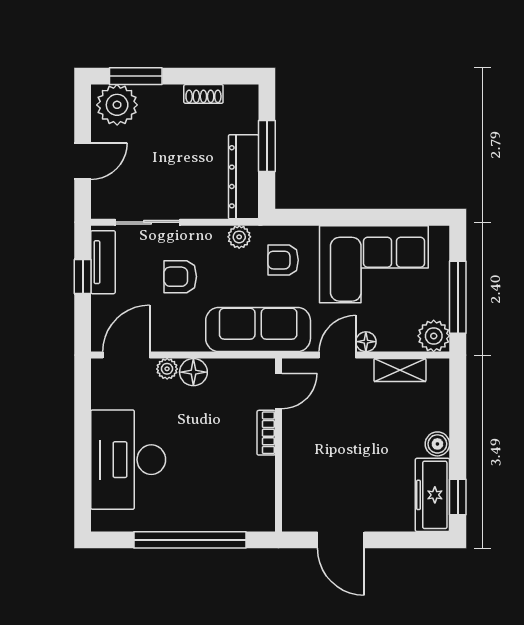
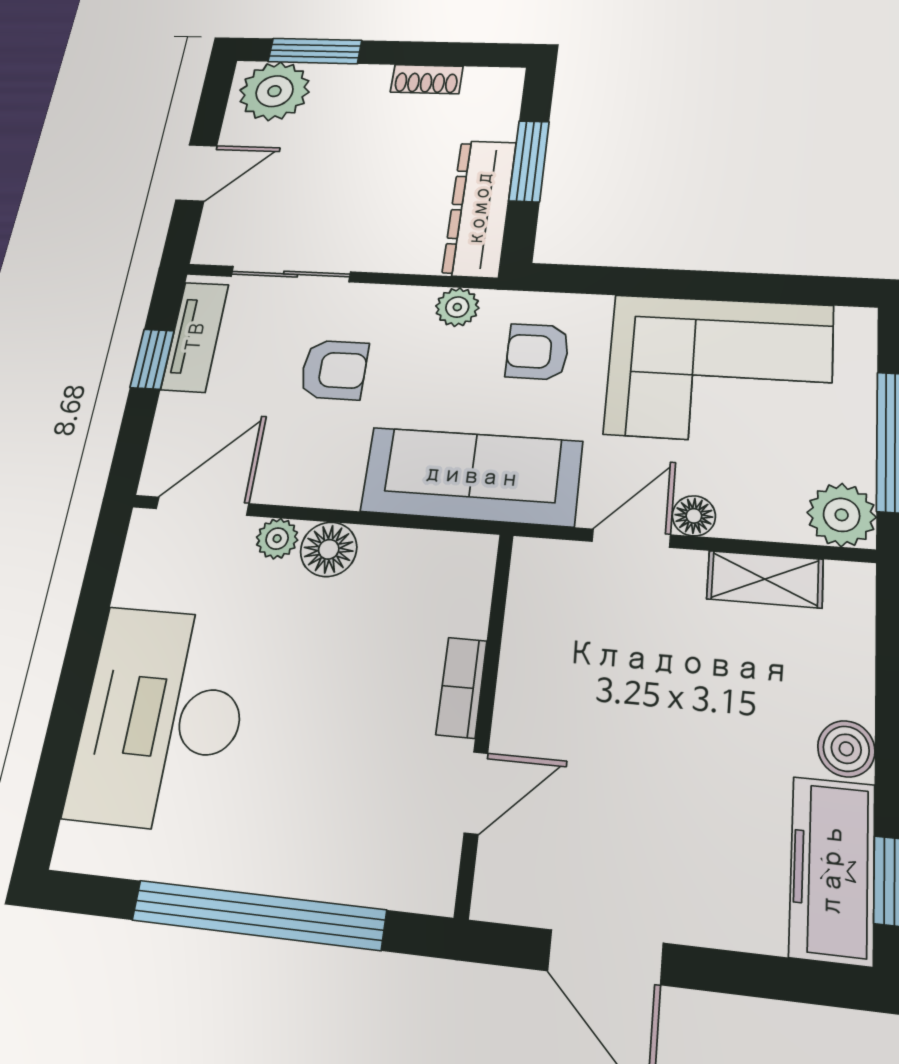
armchair: (180, 277) -> (334, 370), turned 180
door: (278, 391) -> (476, 793), moved

